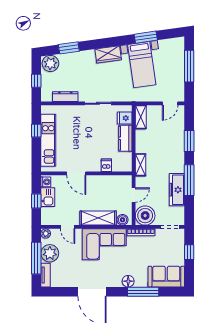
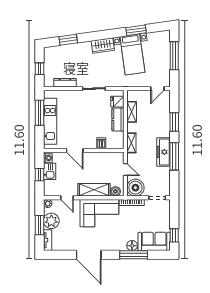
plant: (50, 63) -> (52, 53), removed
shelving: (141, 117) -> (132, 112), moved
window: (36, 131) -> (39, 113), width x2.17
freezer: (177, 190) -> (163, 152), moved
door: (134, 195) -> (125, 169), hinge flipped
window: (189, 252) -> (174, 235), moved
window: (36, 258) -> (39, 225), width x0.69
floor lamp: (128, 281) -> (132, 246), moved

